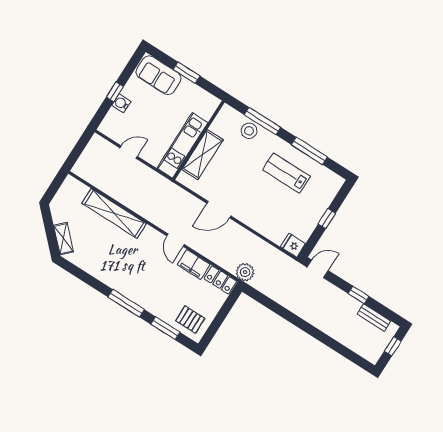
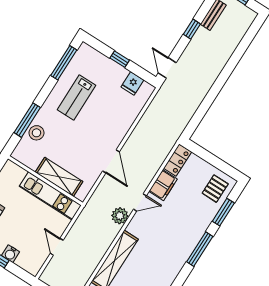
window: (309, 151) -> (64, 63), moved
fridge: (293, 245) -> (132, 83), moved
plant: (245, 272) -> (120, 216), moved

